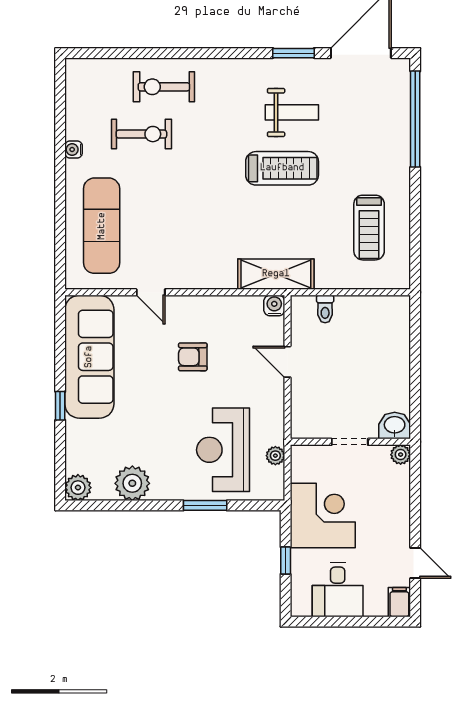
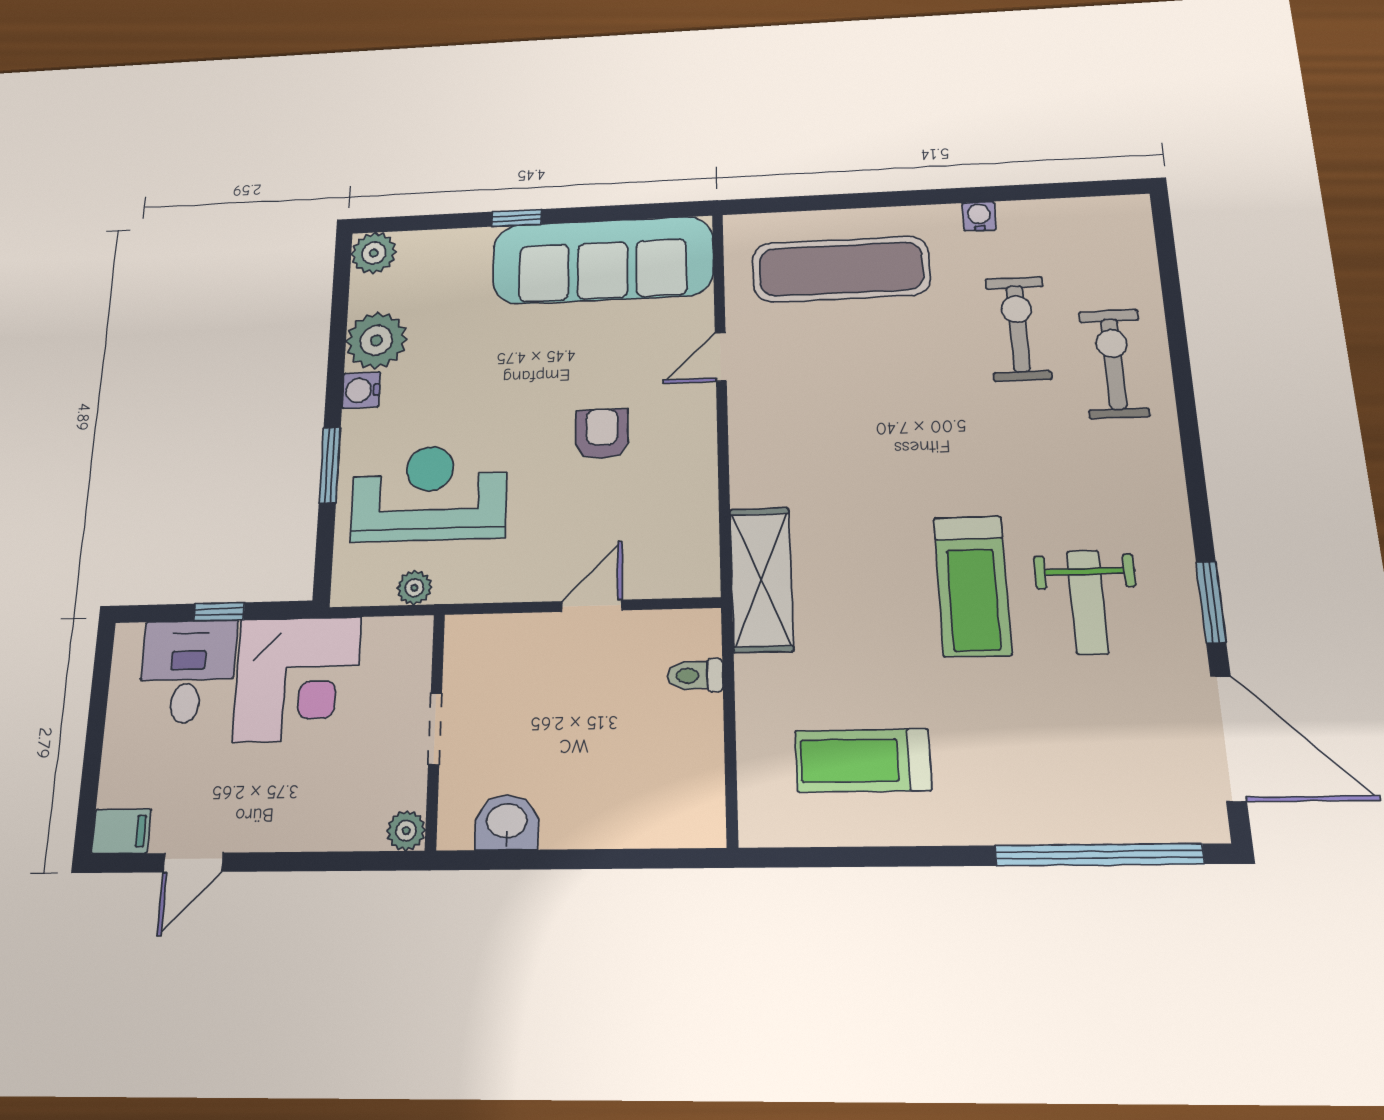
exercise bike: (141, 134) -> (1018, 329), turned 180
water cooler: (274, 305) -> (361, 390), moved, turned 180
washbasin: (395, 426) -> (507, 822), moved, turned -90
desk: (338, 590) -> (188, 672), moved, turned 90

